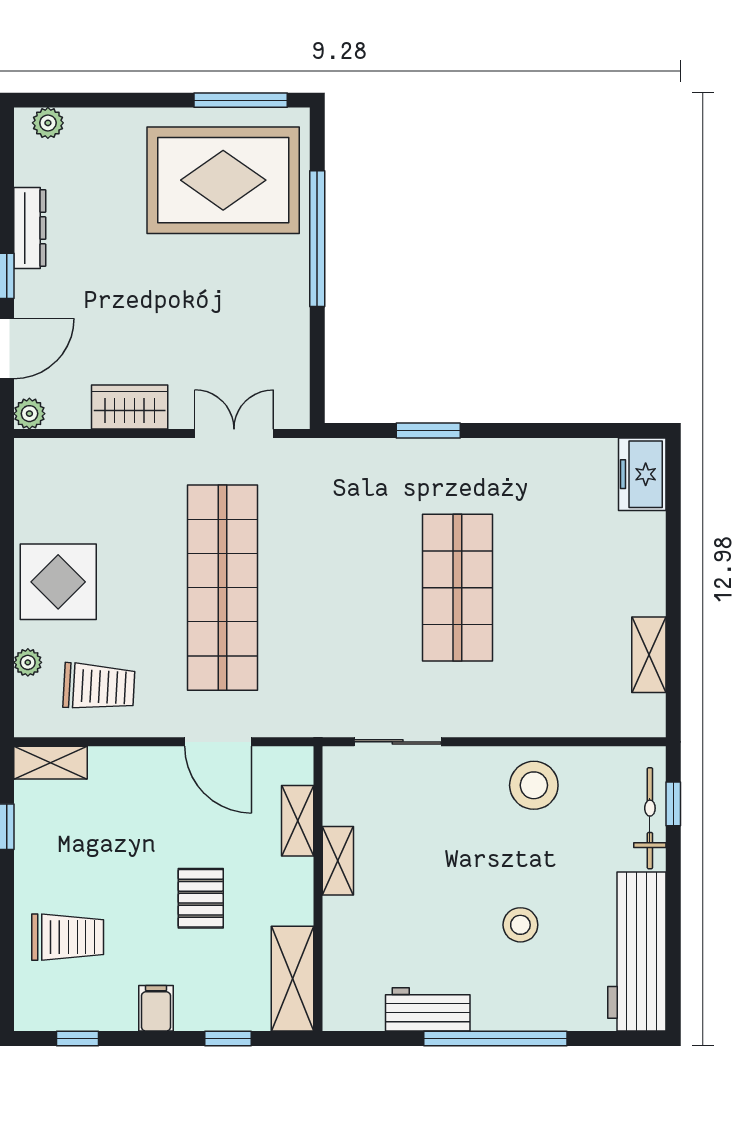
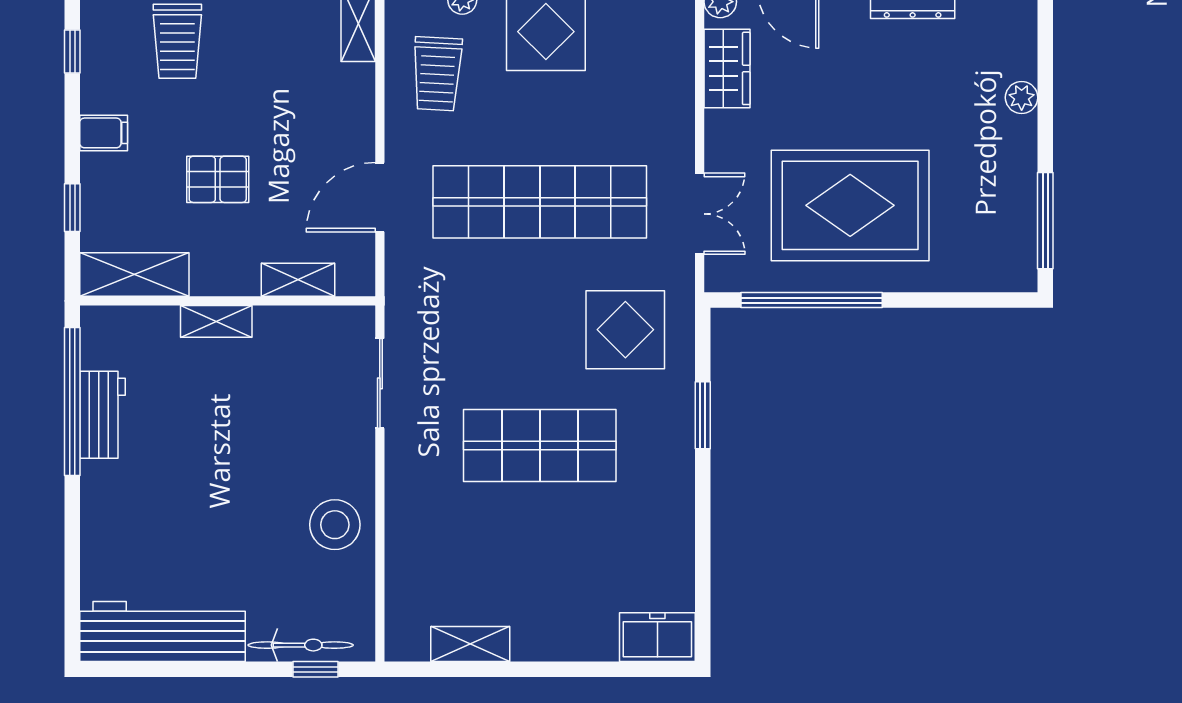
plant: (48, 123) -> (1022, 98), moved
rug: (223, 180) -> (850, 205), moved, turned 90
window: (317, 239) -> (812, 300), moved
wardrobe: (130, 407) -> (727, 68), moved
display table: (346, 505) -> (625, 330), added
shelving: (338, 861) -> (216, 321), moved
stool: (520, 925) -> (190, 511), removed
window: (495, 1038) -> (72, 401), moved

